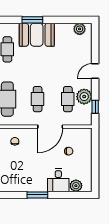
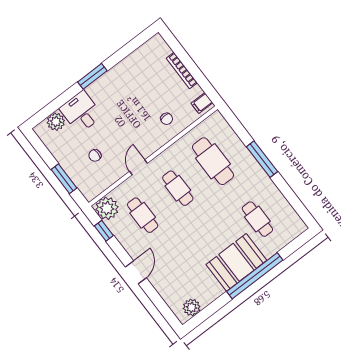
window: (32, 20) -> (255, 276), width x2.11
plant: (84, 97) -> (107, 208), moved
door: (50, 127) -> (138, 167), width x0.53
window: (95, 151) -> (64, 179), added

